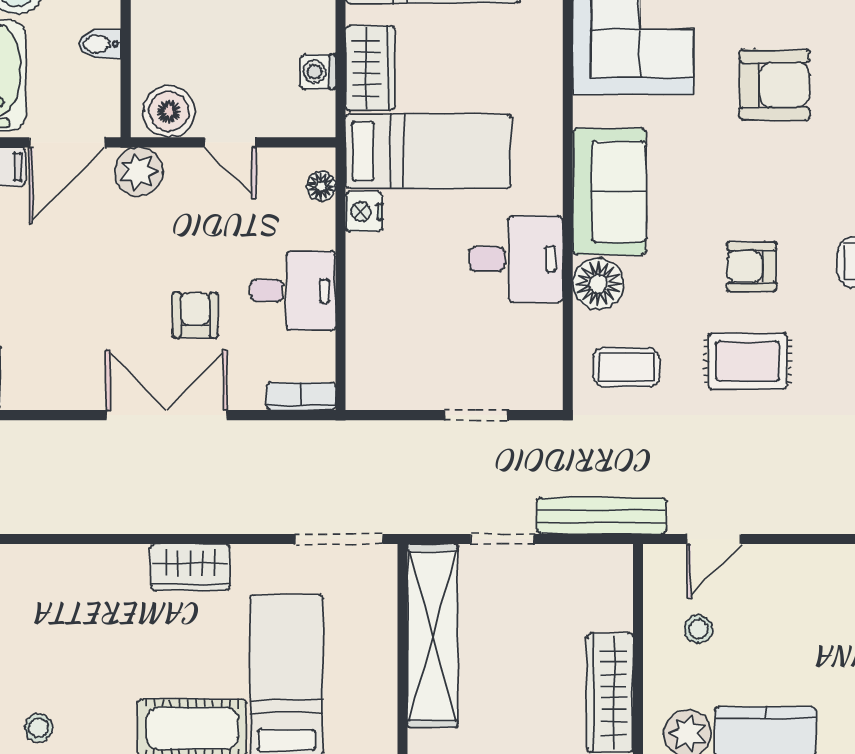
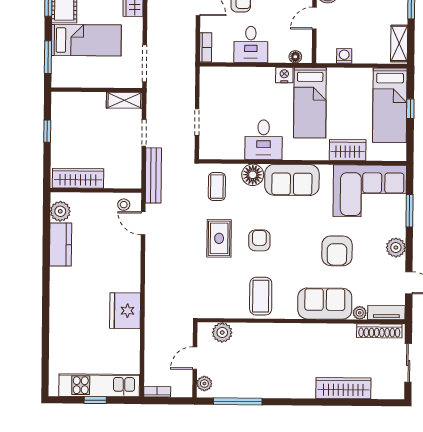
wardrobe: (370, 68) -> (348, 150), moved, turned 180
stool: (698, 629) -> (124, 205), moved
shelving: (432, 636) -> (124, 100), width x0.45, depth x0.75

